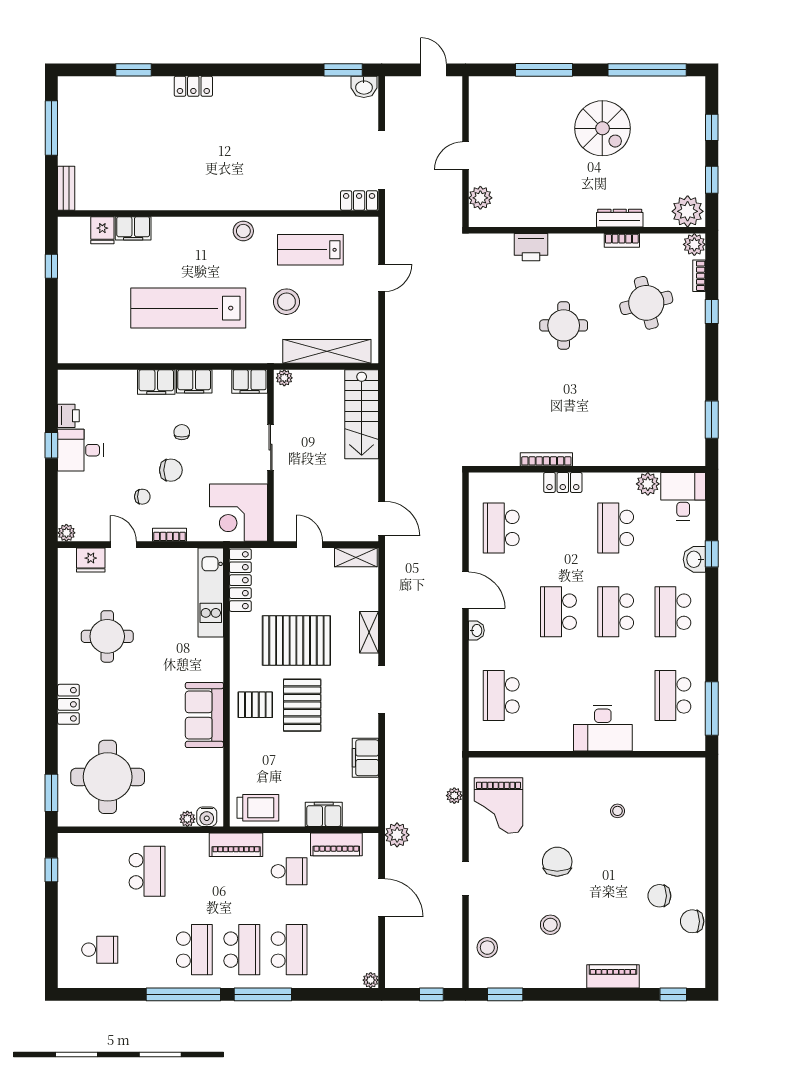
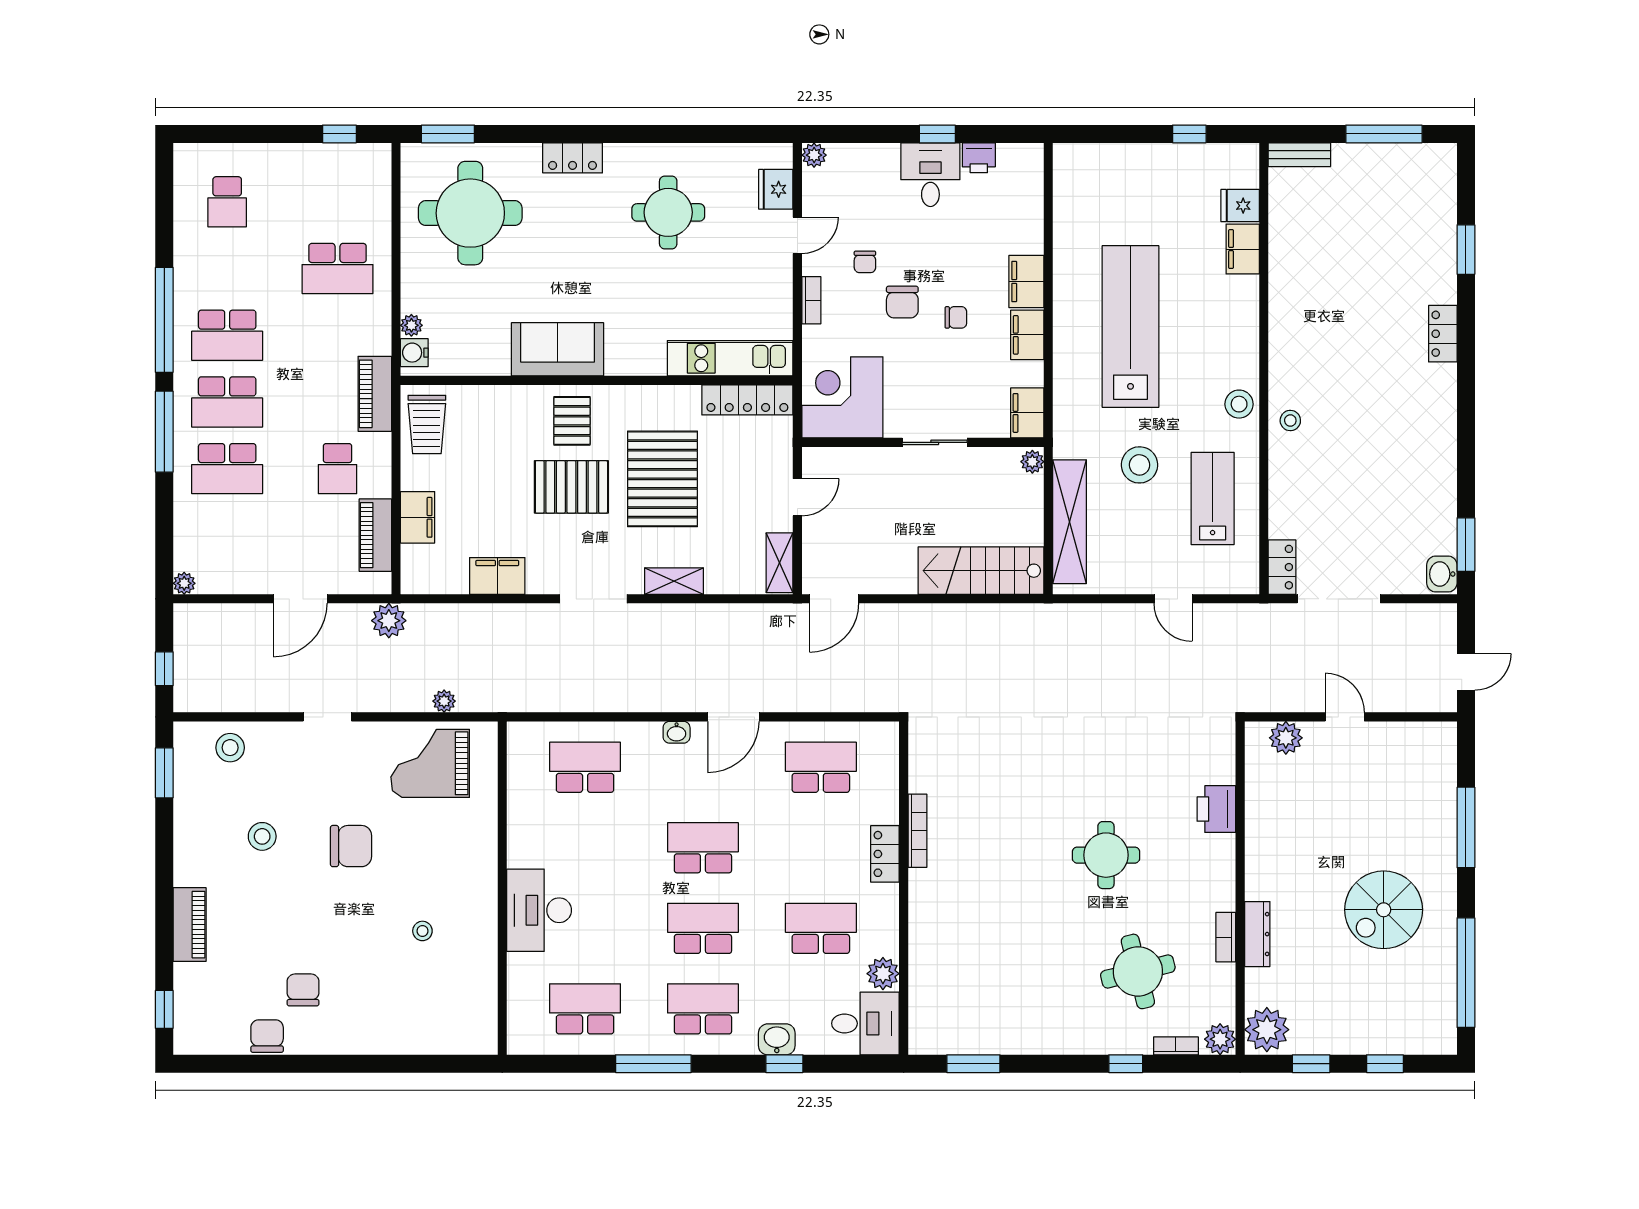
stool: (255, 195) -> (1290, 420), added
window: (712, 708) -> (653, 1064), moved

